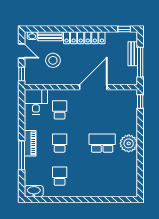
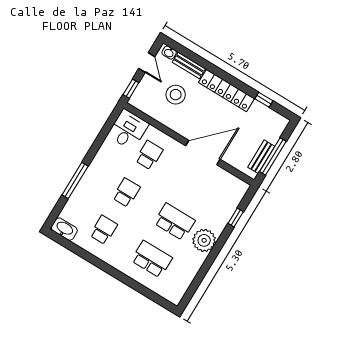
window: (124, 29) -> (264, 100), moved
bench: (133, 54) -> (261, 157), moved
window: (140, 101) -> (236, 218), moved
piano: (30, 143) -> (93, 173), removed
school desk: (102, 176) -> (152, 259), added

